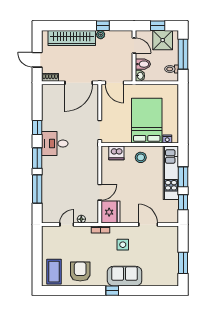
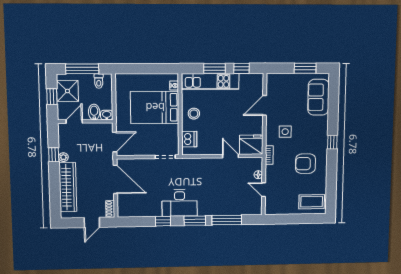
desk: (55, 144) -> (180, 203), width x1.37
armchair: (80, 271) -> (305, 164), moved
sofa: (125, 276) -> (318, 97), moved

